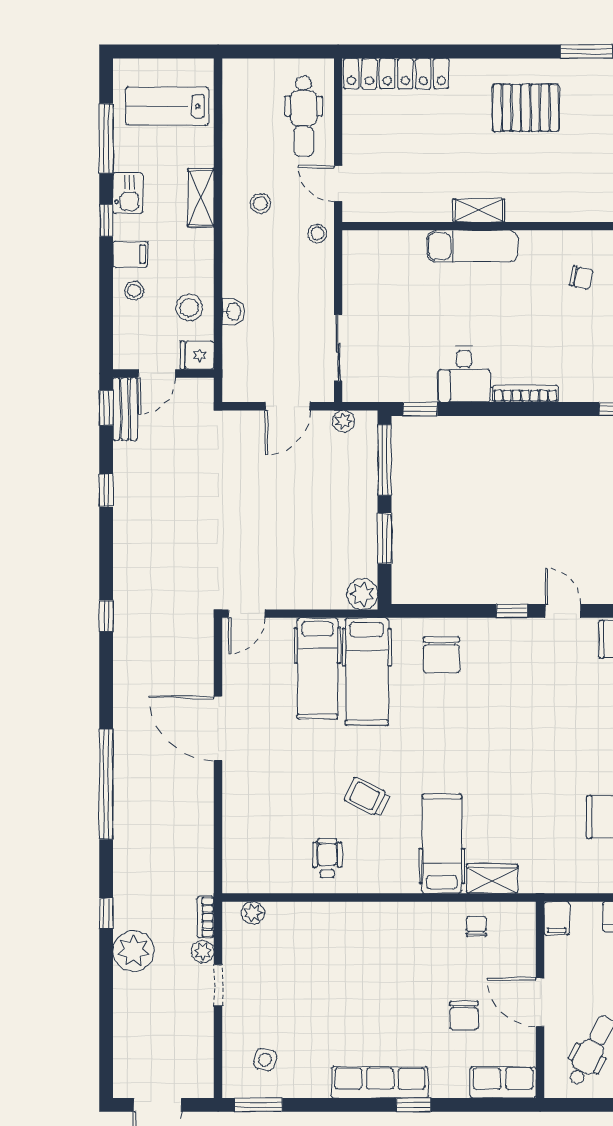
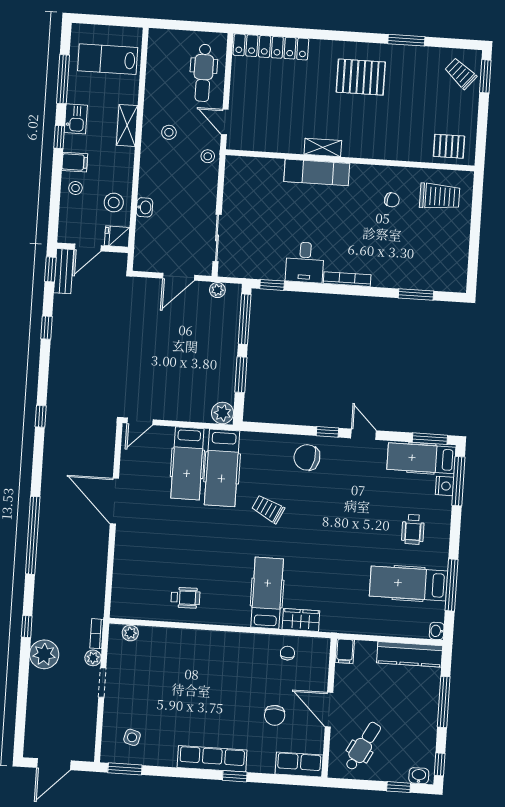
chair: (441, 655) -> (307, 457), moved, turned 101
trolley: (367, 797) -> (268, 509), moved
wheelchair: (327, 858) -> (185, 598), turned 89

